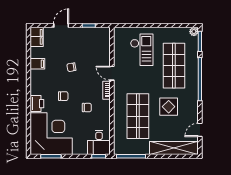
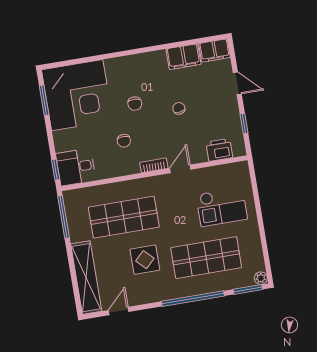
filing cabinet: (37, 64) -> (183, 57), width x2.00
printer: (37, 104) -> (219, 150), moved, turned 180
door: (200, 130) -> (119, 311), hinge flipped

